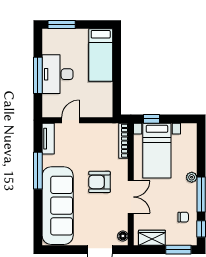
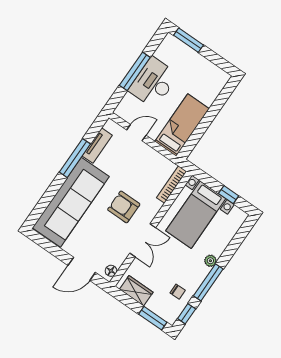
bed: (101, 55) -> (182, 125), moved, turned 180
window: (152, 119) -> (229, 195), moved
tv unit: (48, 139) -> (97, 146), moved

